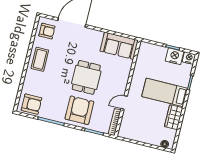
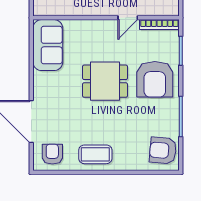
door: (124, 102) -> (128, 18), hinge flipped
armchair: (32, 104) -> (163, 151), turned -85
armchair: (79, 110) -> (155, 79), turned -90

